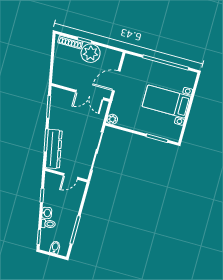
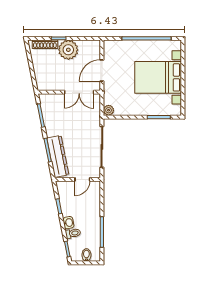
bed with nightstands: (166, 102) -> (158, 77), width x1.36

